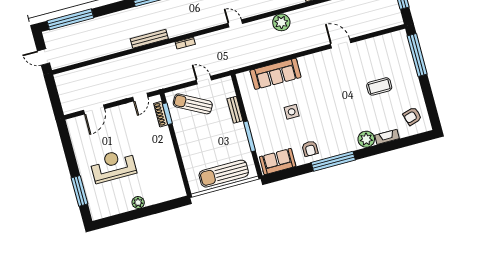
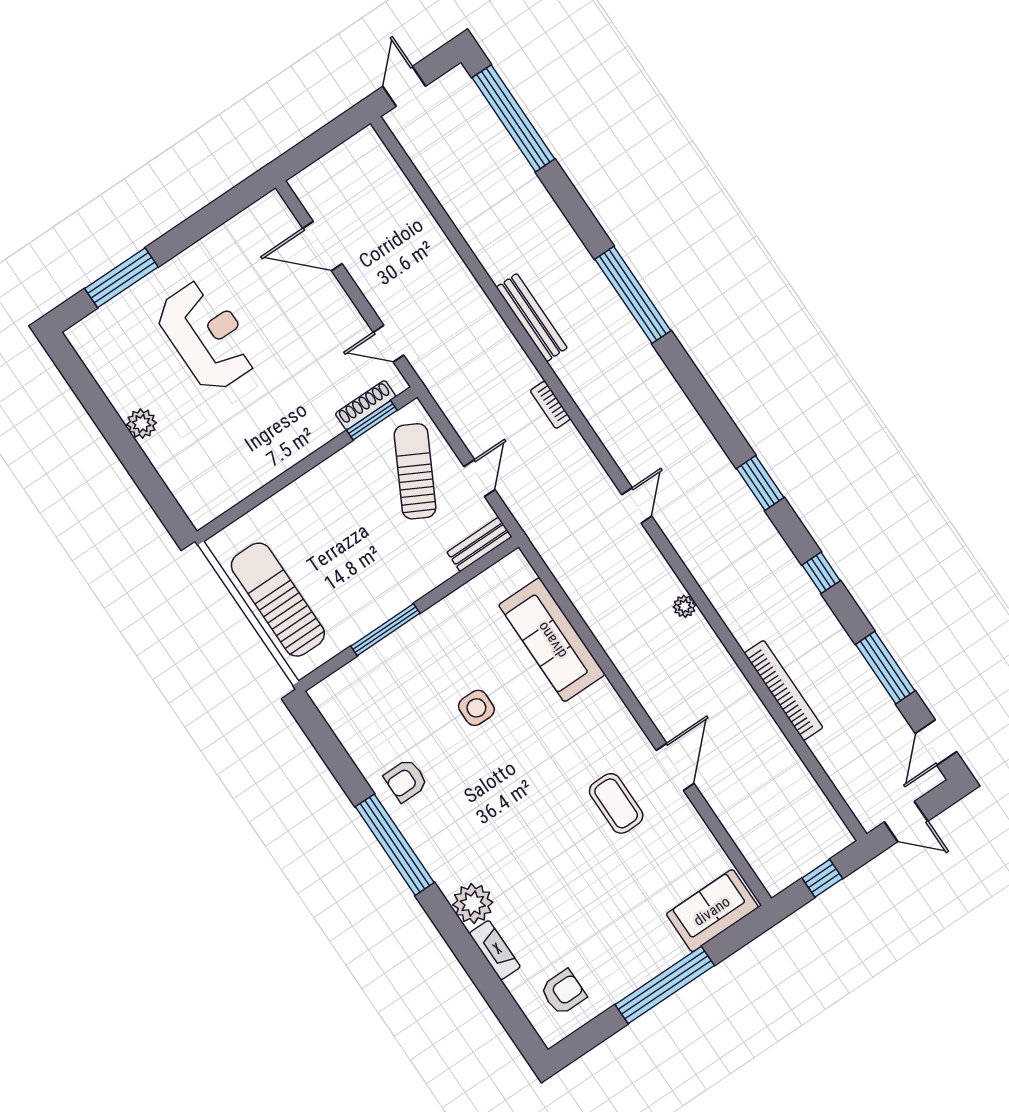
plant: (281, 22) -> (684, 606), width x0.53, depth x0.53
window: (417, 55) -> (665, 985), moved
coffee table: (379, 86) -> (616, 803), moved
bench: (235, 110) -> (480, 544), moved
armchair: (412, 116) -> (563, 992), turned 106
sofa: (278, 162) -> (712, 911), moved, turned -90

